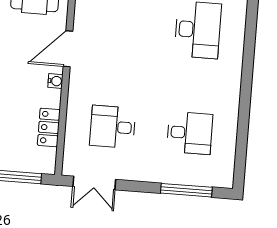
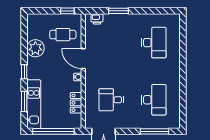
door: (68, 49) -> (83, 59), hinge flipped
desk: (190, 133) -> (154, 100), width x1.37

